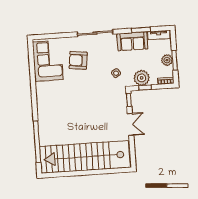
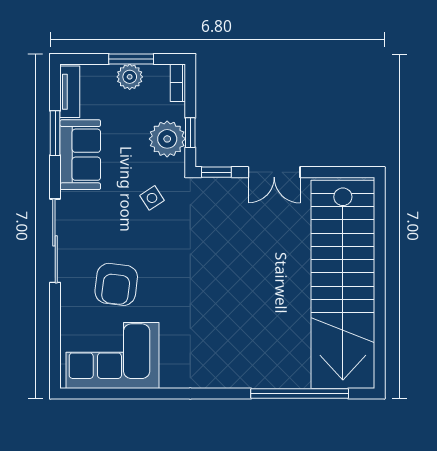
double door: (131, 124) -> (274, 172), swing flipped

